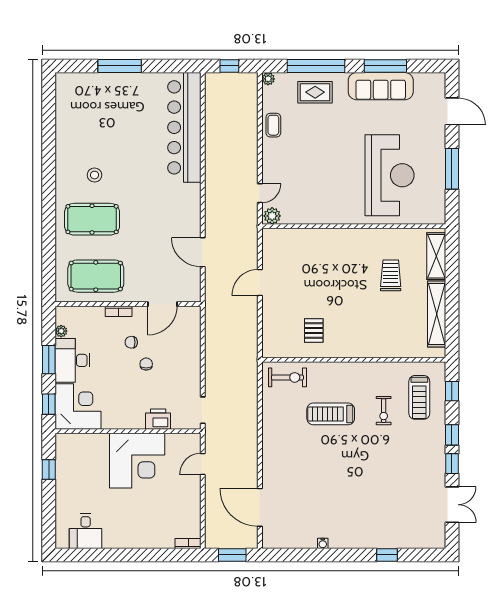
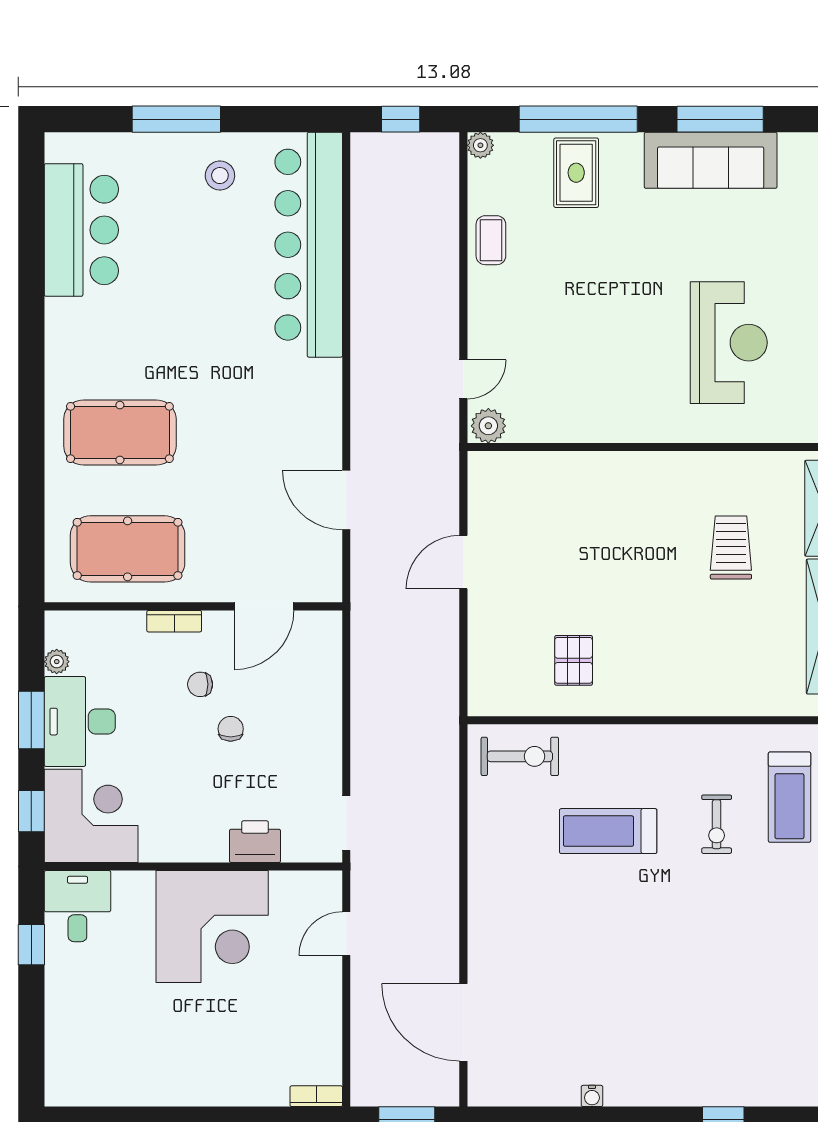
rug: (315, 92) -> (576, 173), turned 90
bar counter: (73, 120) -> (81, 230), added
stool: (95, 175) -> (220, 176), moved
reception desk: (390, 175) -> (729, 343), width x0.74, depth x0.77
desk: (86, 531) -> (77, 906), moved, turned 180

